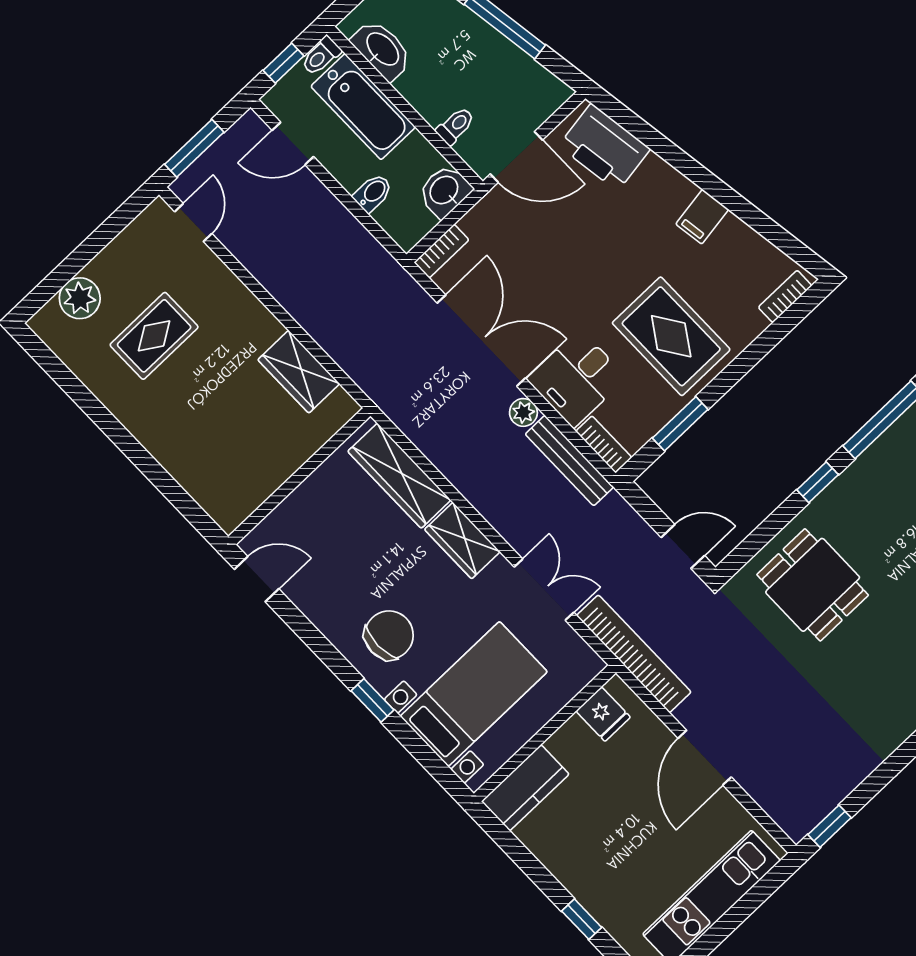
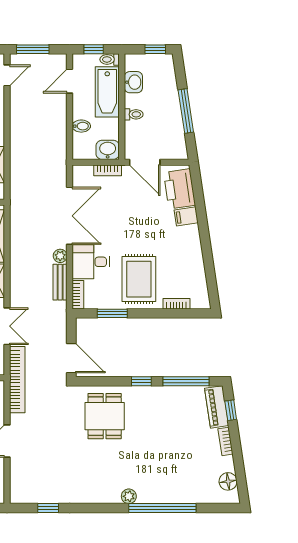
washbasin: (382, 50) -> (133, 82), width x0.72
toilet: (455, 126) -> (134, 114), moved
door: (293, 143) -> (70, 81), hinge flipped
filing cabinet: (702, 217) -> (186, 216), moved
bookcase: (441, 251) -> (108, 170), moved
bookcase: (785, 296) -> (176, 304), moved
bench: (569, 461) -> (60, 282), width x0.73
door: (683, 546) -> (71, 358), width x1.38
window: (830, 826) -> (48, 508), moved

